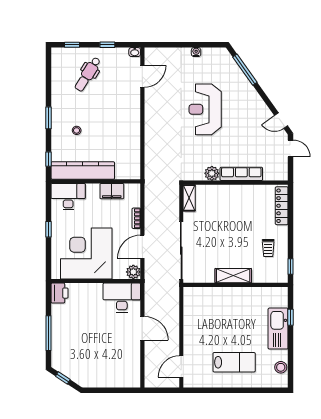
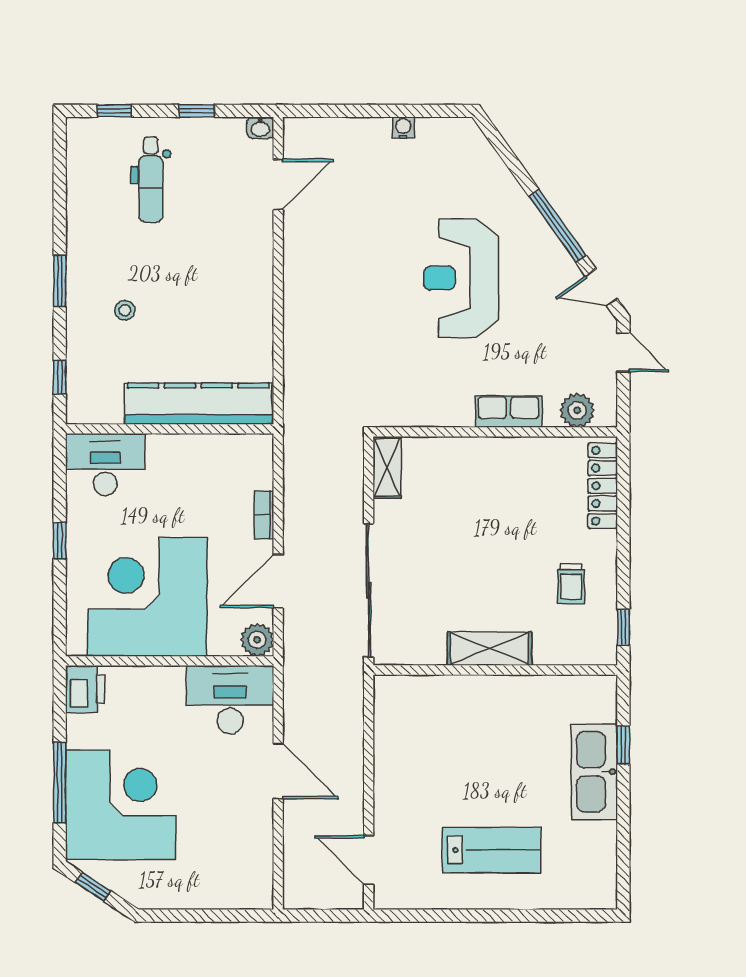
window: (245, 70) -> (558, 226), moved
dental chair: (88, 74) -> (151, 180), turned -32
reception desk: (205, 109) -> (461, 278), moved
kitchen counter: (83, 171) -> (198, 404), moved
plant: (212, 173) -> (577, 410), moved
row of seats: (241, 174) -> (509, 411), width x0.68
filing cabinet: (112, 191) -> (207, 452), removed
corner desk: (75, 343) -> (121, 805), added
door: (181, 367) -> (369, 860), hinge flipped
stool: (281, 367) -> (600, 862), removed

